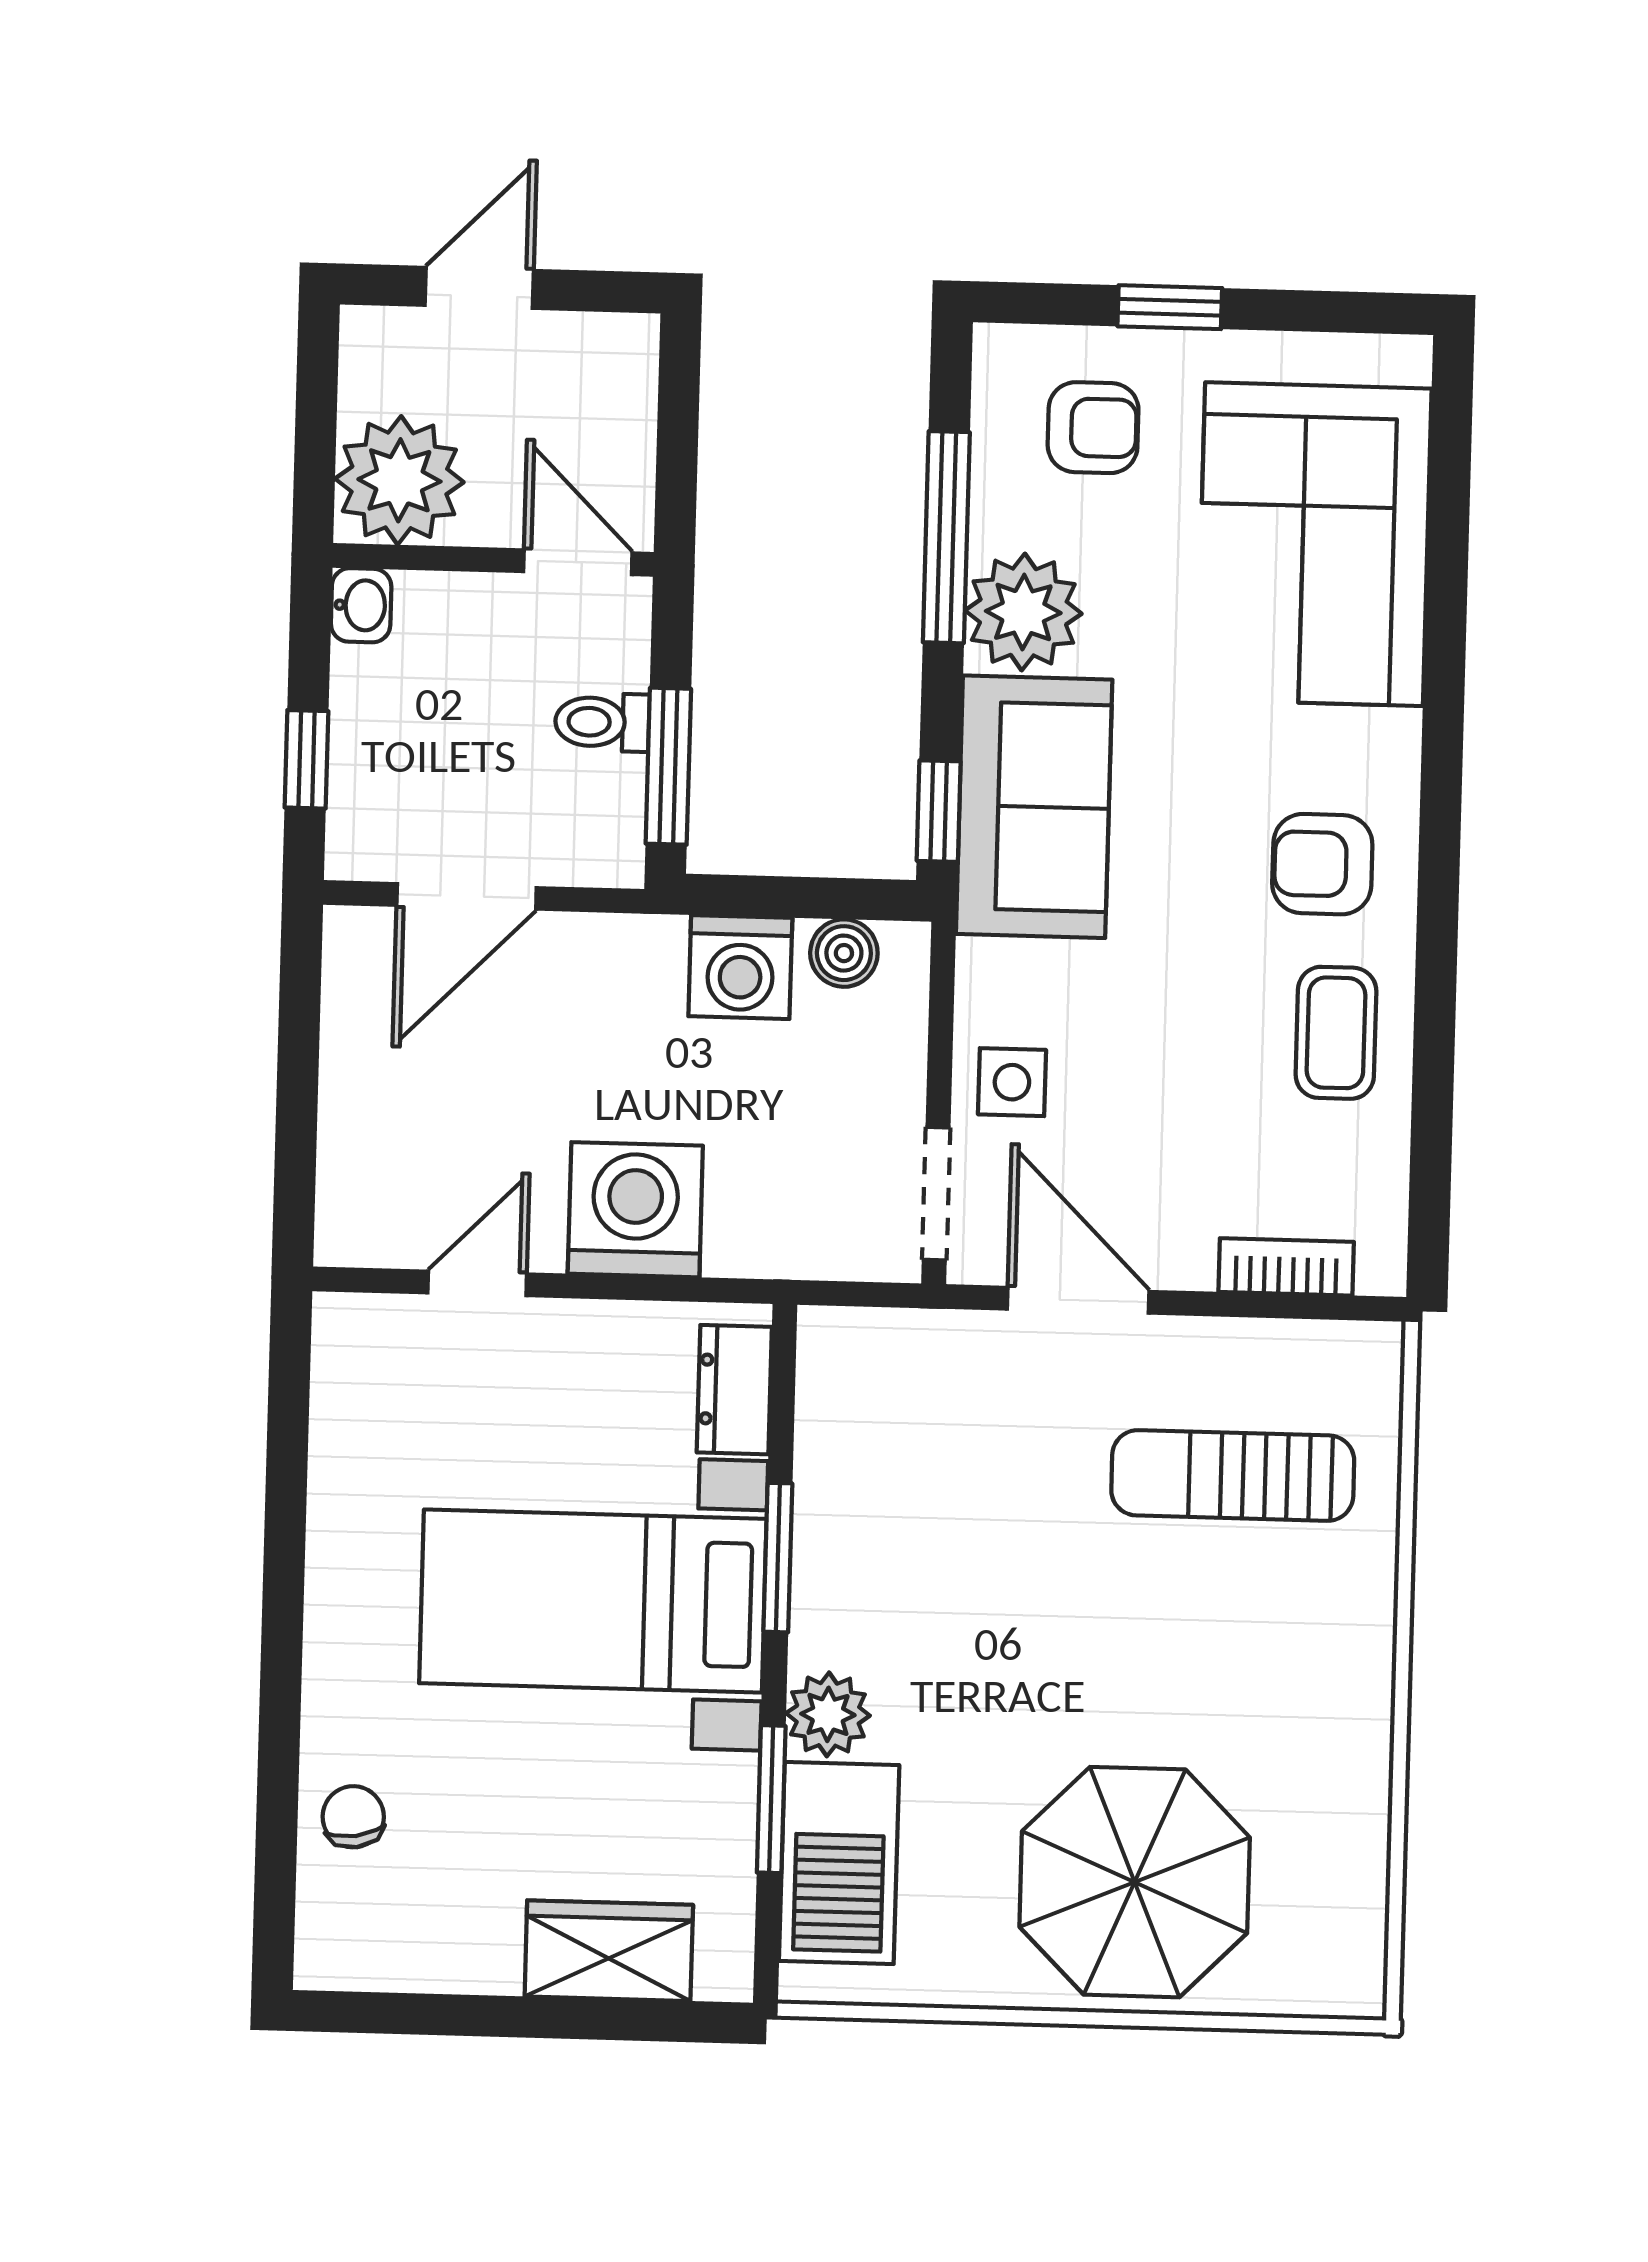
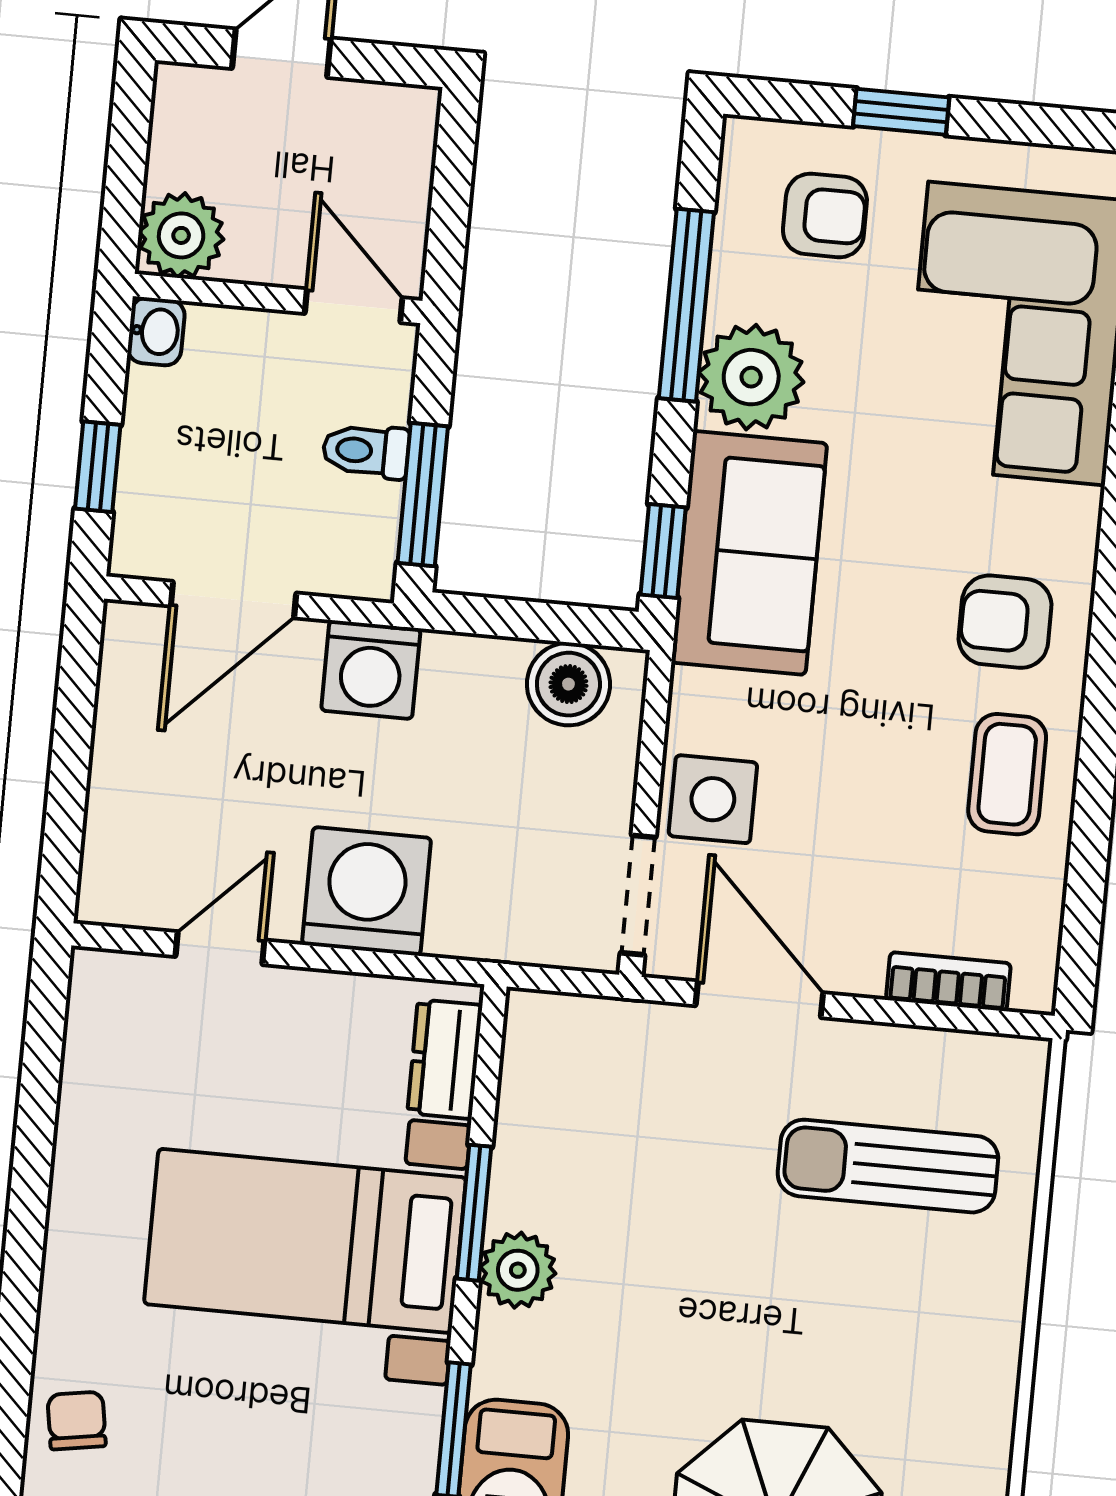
plant: (399, 480) -> (181, 235), width x0.73, depth x0.73
boiler: (844, 953) -> (568, 684), width x1.36, depth x1.36
washing machine: (740, 967) -> (371, 670), moved
side table: (1012, 1082) -> (713, 799), width x1.37, depth x1.37
plant: (828, 1714) -> (518, 1270), moved

